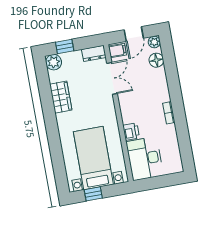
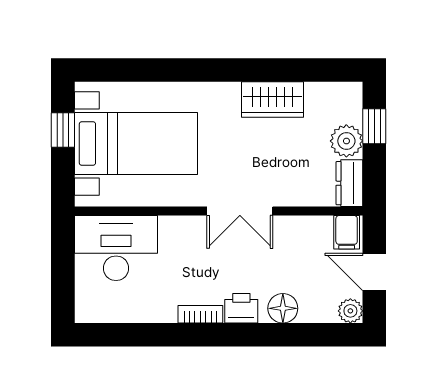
floor lamp: (156, 60) -> (283, 308), moved
plant: (54, 62) -> (346, 141), moved
double door: (112, 78) -> (240, 211), moved
printer: (131, 132) -> (241, 308), moved, turned 180

